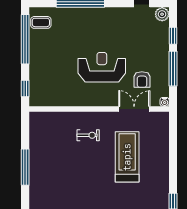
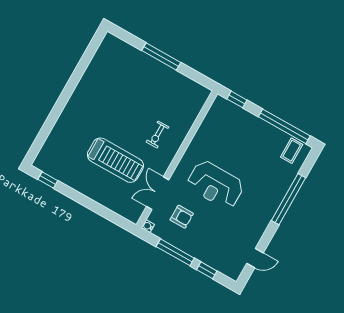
plant: (162, 14) -> (233, 272), removed
reception desk: (102, 67) -> (215, 185), turned 90
armchair: (142, 79) -> (182, 217), turned 180
double door: (134, 109) -> (158, 193), swing flipped

